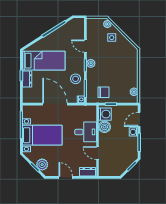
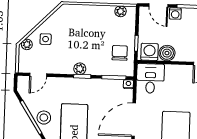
door: (85, 46) -> (38, 75), moved
stool: (76, 79) -> (44, 118), moved
desk: (86, 132) -> (150, 78), moved

